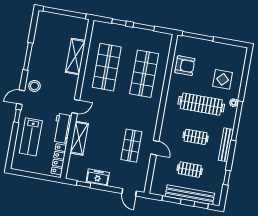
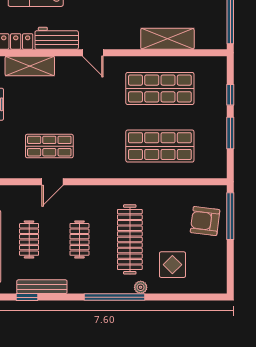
armchair: (185, 66) -> (205, 221), moved, turned 97
shelving: (79, 138) -> (30, 66), moved
bench: (226, 145) -> (42, 287), moved

